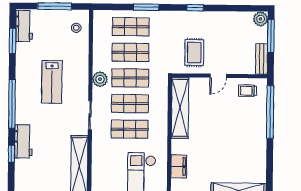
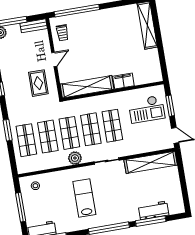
rug: (194, 53) -> (38, 83), turned 90
door: (218, 76) -> (54, 59), hinge flipped
lab bench: (52, 82) -> (84, 198), turned -90
workbench: (23, 141) -> (154, 210), moved
window: (11, 154) -> (151, 221), width x2.17
filing cabinet: (179, 166) -> (123, 81), moved

